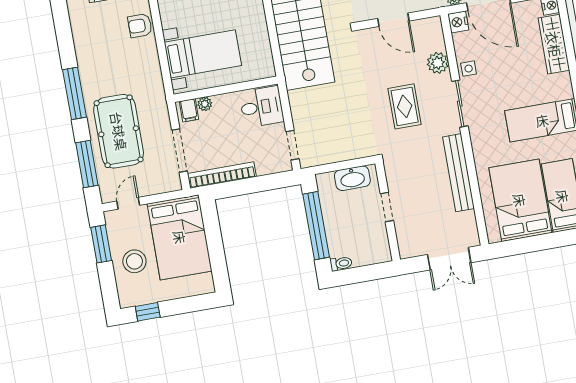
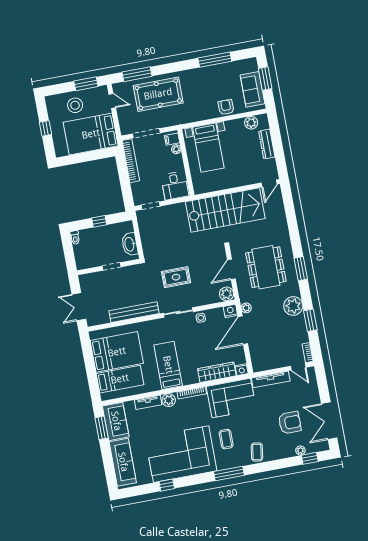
plant: (438, 63) -> (227, 294), moved
window: (74, 93) -> (215, 60), moved
window: (316, 226) -> (99, 221), width x0.32
window: (148, 312) -> (46, 128), moved

